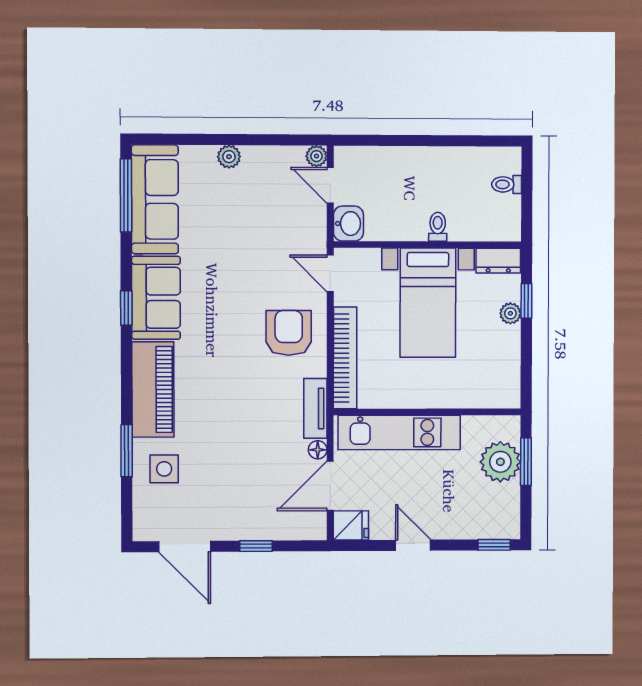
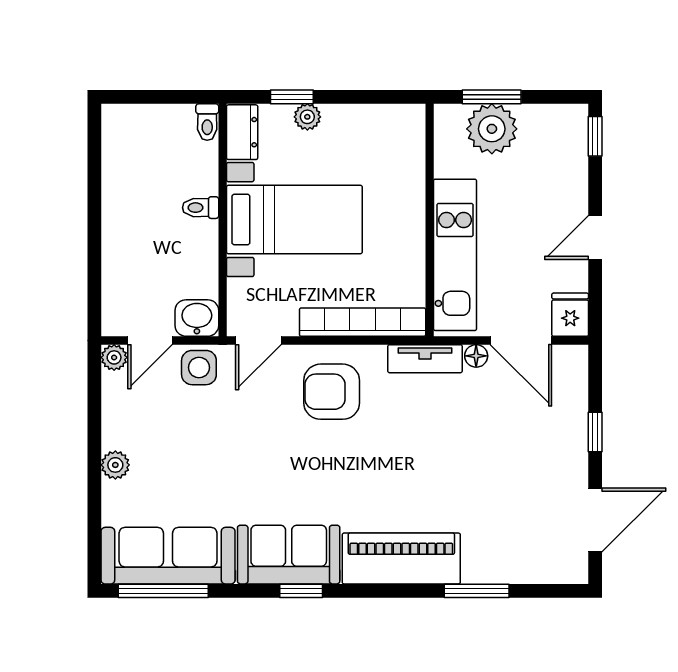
toilet: (507, 184) -> (207, 122), moved
side table: (164, 469) -> (199, 368), moved

